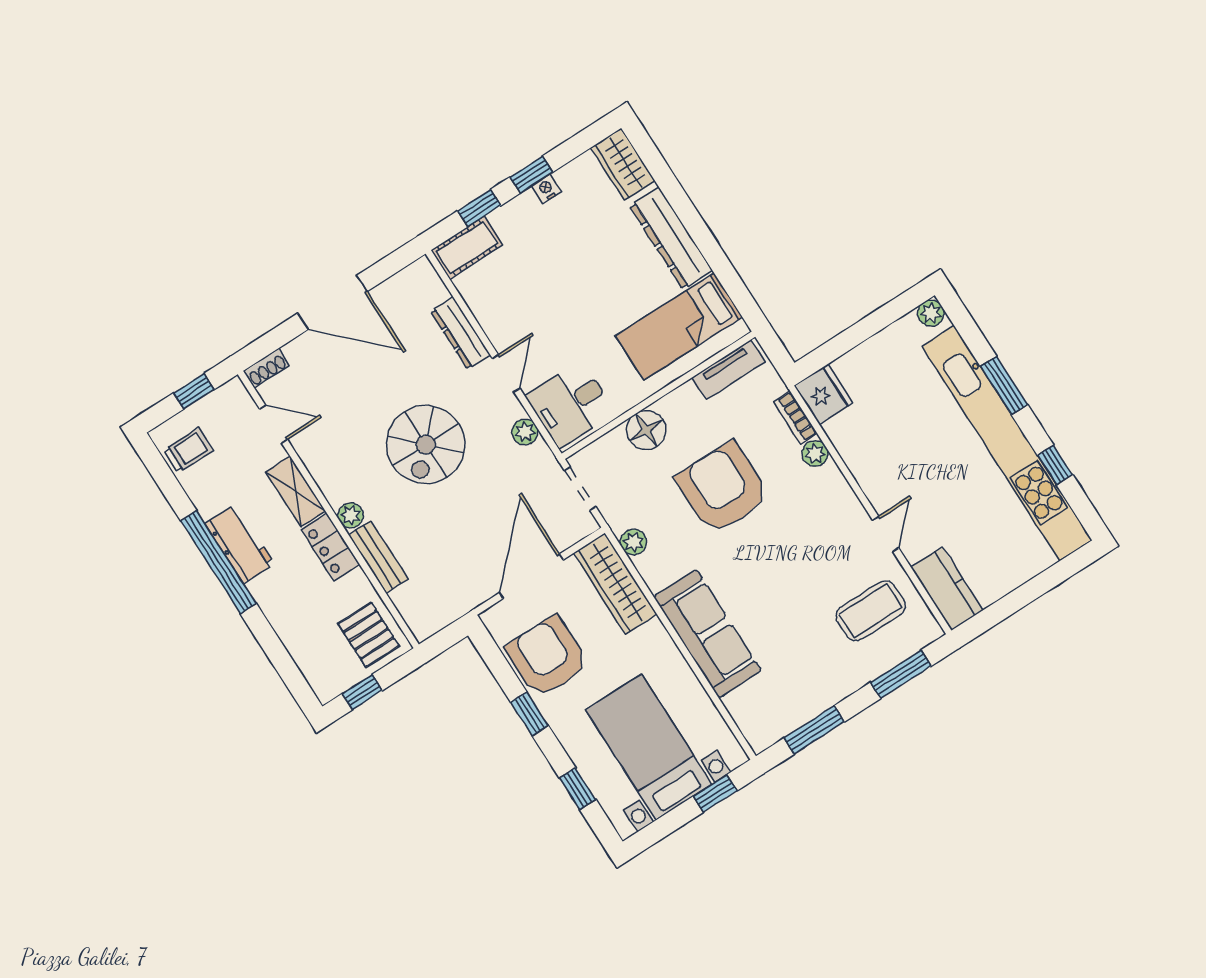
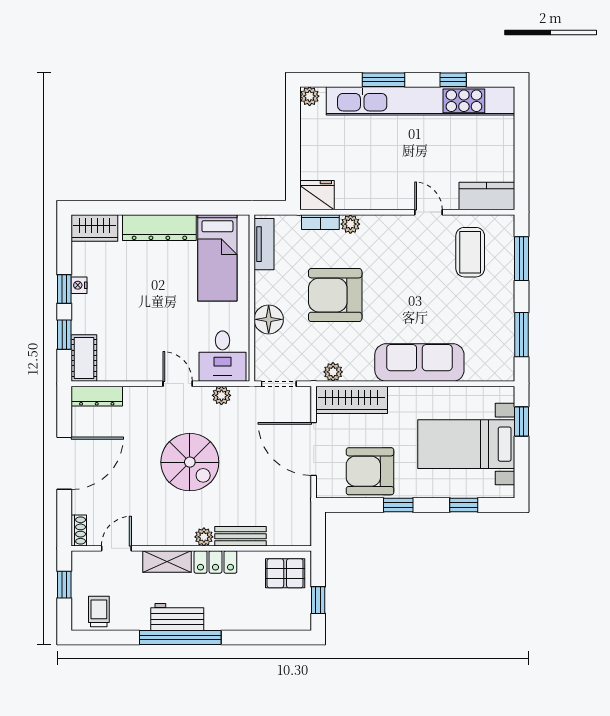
dresser: (461, 333) -> (97, 396), moved

